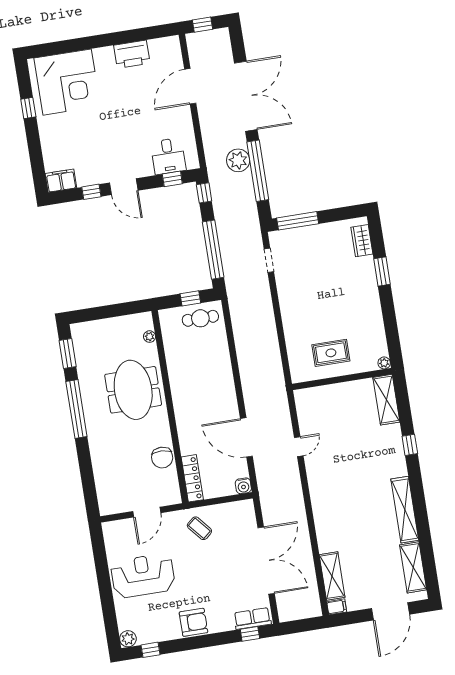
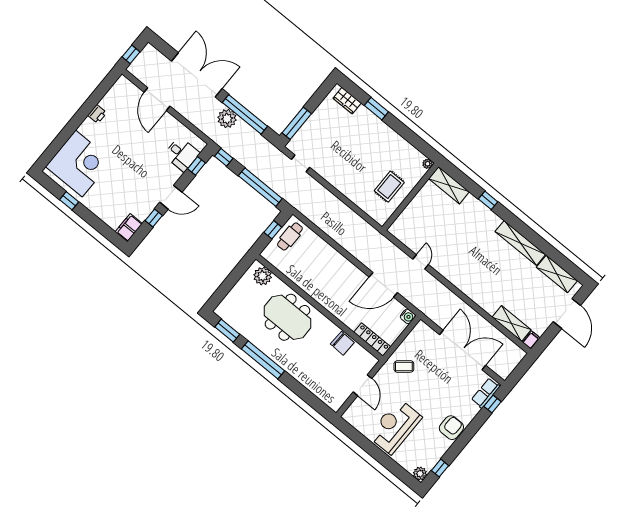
printer: (132, 54) -> (97, 114), width x0.53, depth x0.68
plant: (150, 337) -> (263, 276), width x1.88, depth x1.88

